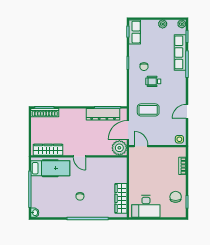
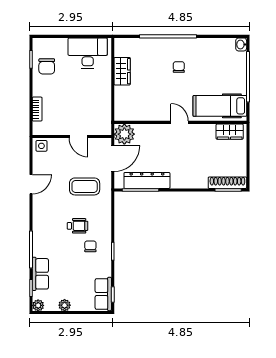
row of seats: (180, 52) -> (40, 274), width x0.68
door: (141, 146) -> (78, 136), moved
wardrobe: (48, 150) -> (230, 132), width x0.67
wardrobe: (121, 198) -> (122, 71), width x0.67

